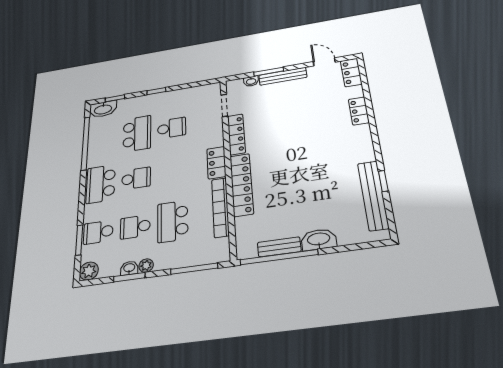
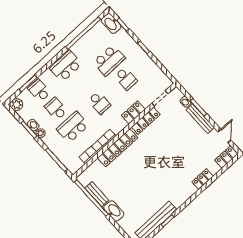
locker: (216, 163) -> (133, 112), moved
school desk: (136, 178) -> (99, 103), moved

